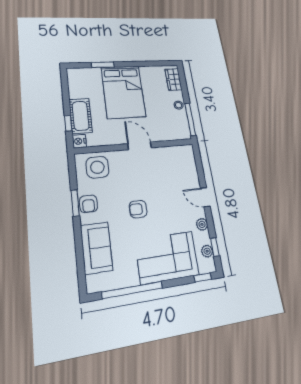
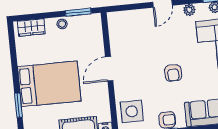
window: (190, 119) -> (78, 12), width x0.69

